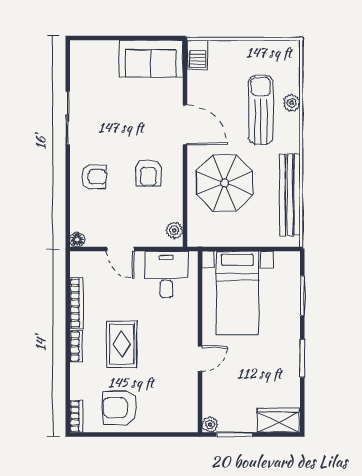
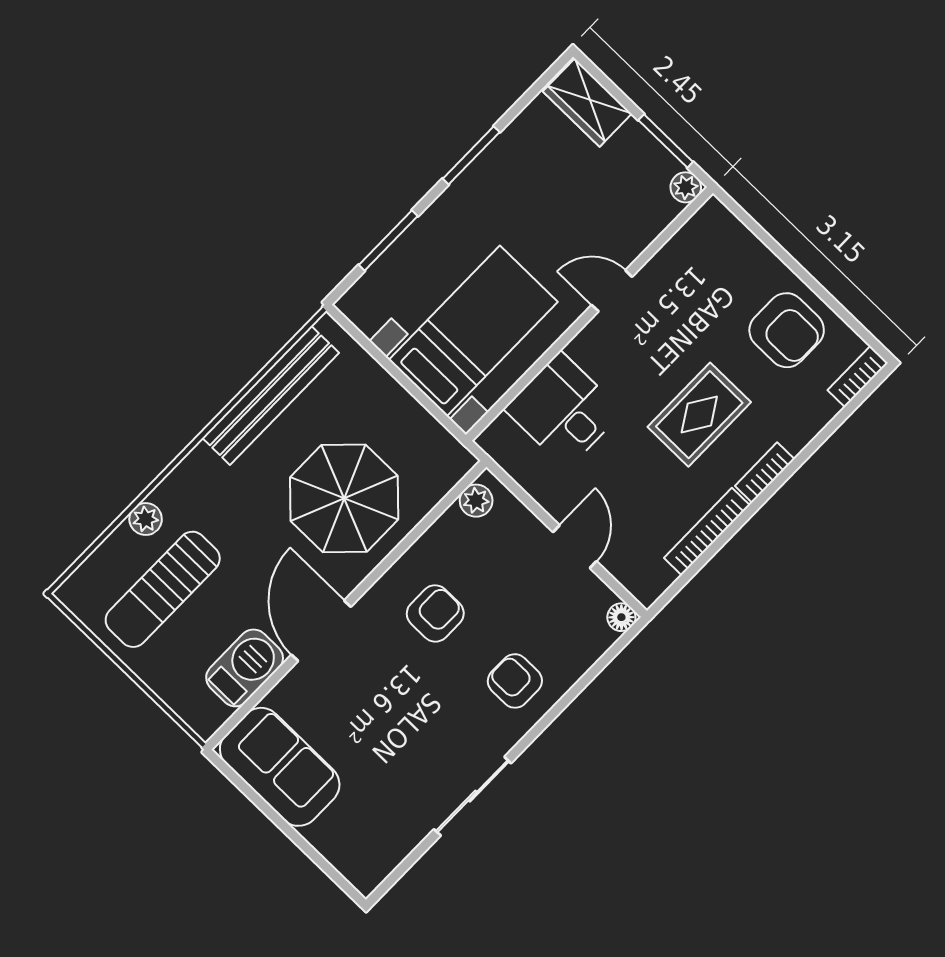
barbecue: (197, 55) -> (245, 668), moved, width x1.38, depth x1.27
sun lounger: (261, 110) -> (163, 589), moved
desk: (166, 274) -> (563, 410), moved, turned 90

